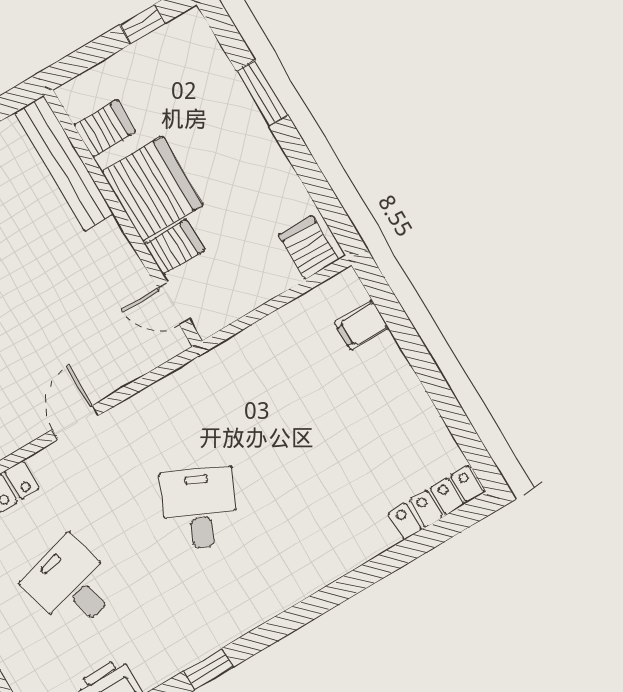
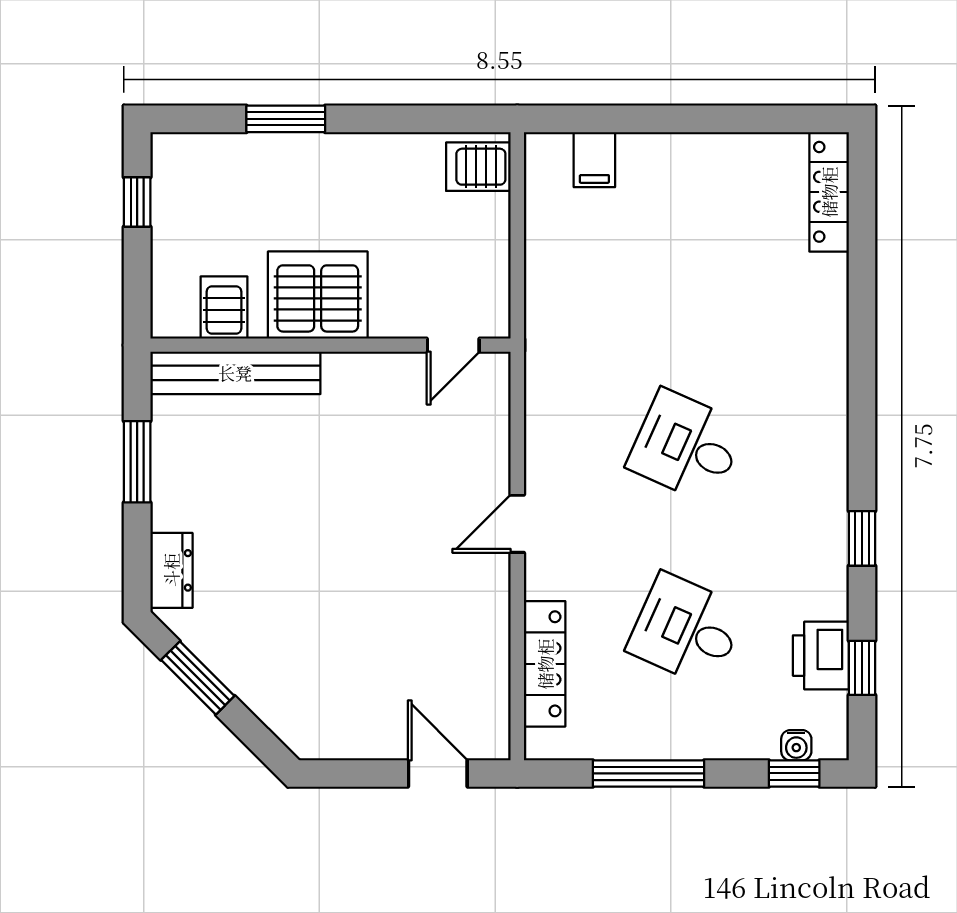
server rack: (174, 247) -> (394, 308), removed
door: (75, 422) -> (517, 524), hinge flipped
desk: (72, 584) -> (686, 630), turned 39

